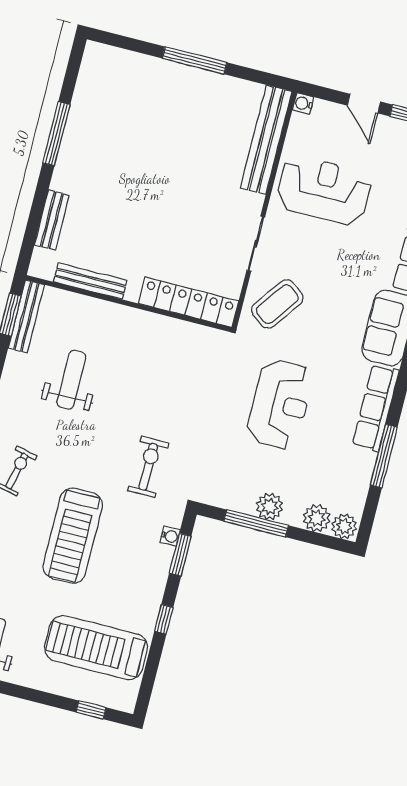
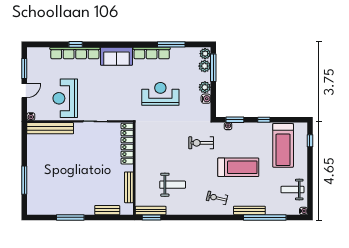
window: (195, 60) -> (24, 180), moved
coffee table: (277, 304) -> (118, 106), removed
weight bench: (71, 380) -> (173, 185), turned 180
water cooler: (243, 503) -> (206, 99), added
window: (256, 523) -> (213, 68), moved

